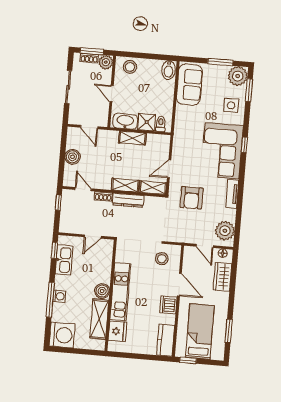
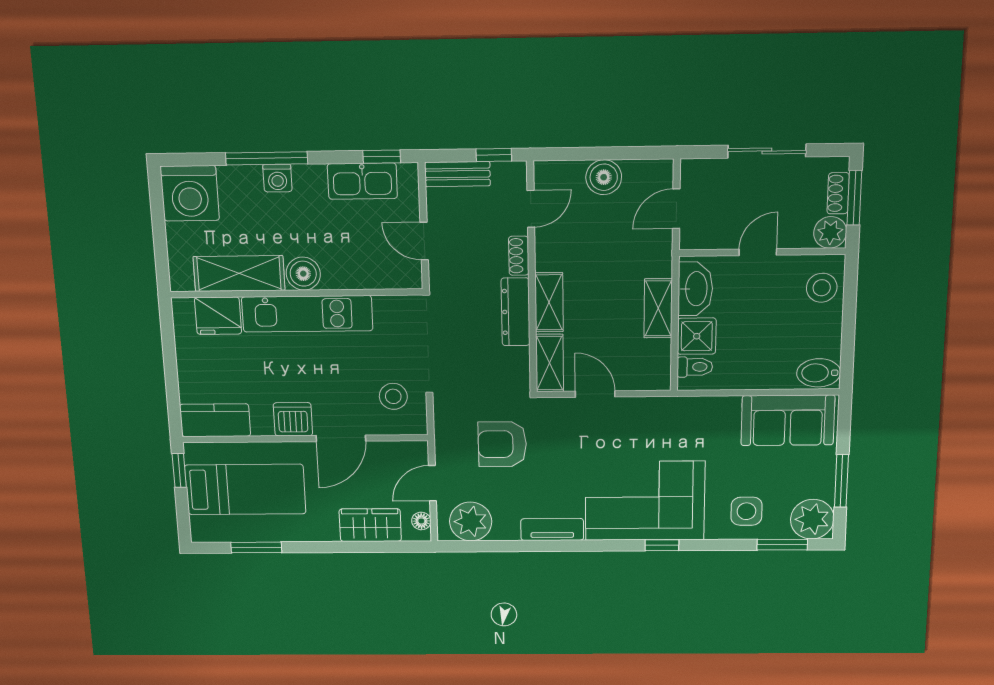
armchair: (192, 198) -> (502, 444), moved
bench: (65, 219) -> (457, 174), added

